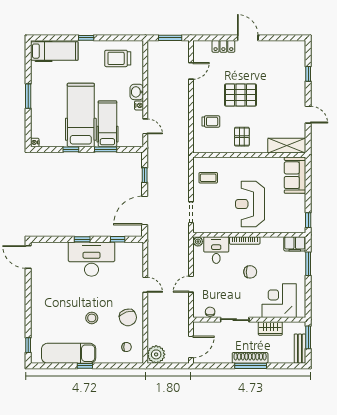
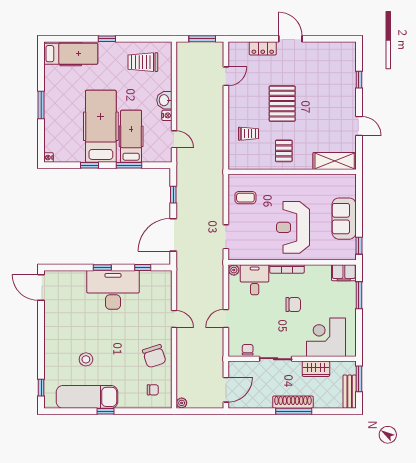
pallet: (241, 95) -> (282, 104), turned 90
sofa: (295, 175) -> (344, 219), moved
stool: (92, 318) -> (86, 359), moved
plant: (156, 354) -> (182, 403), width x0.53, depth x0.53

